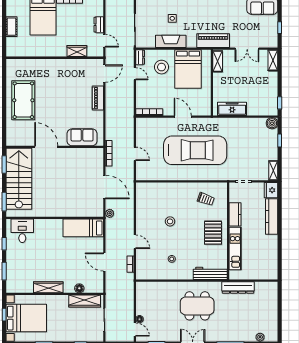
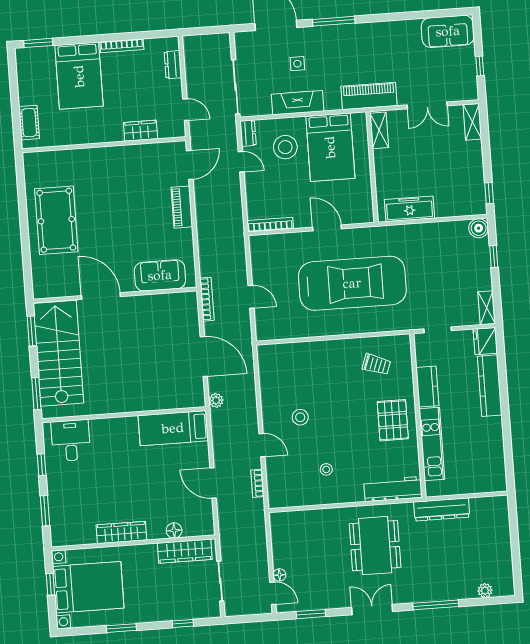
dresser: (99, 25) -> (173, 65), moved
cot: (11, 27) -> (29, 123), moved
stool: (170, 221) -> (300, 417), moved
dining table: (197, 306) -> (375, 546), turned 90

